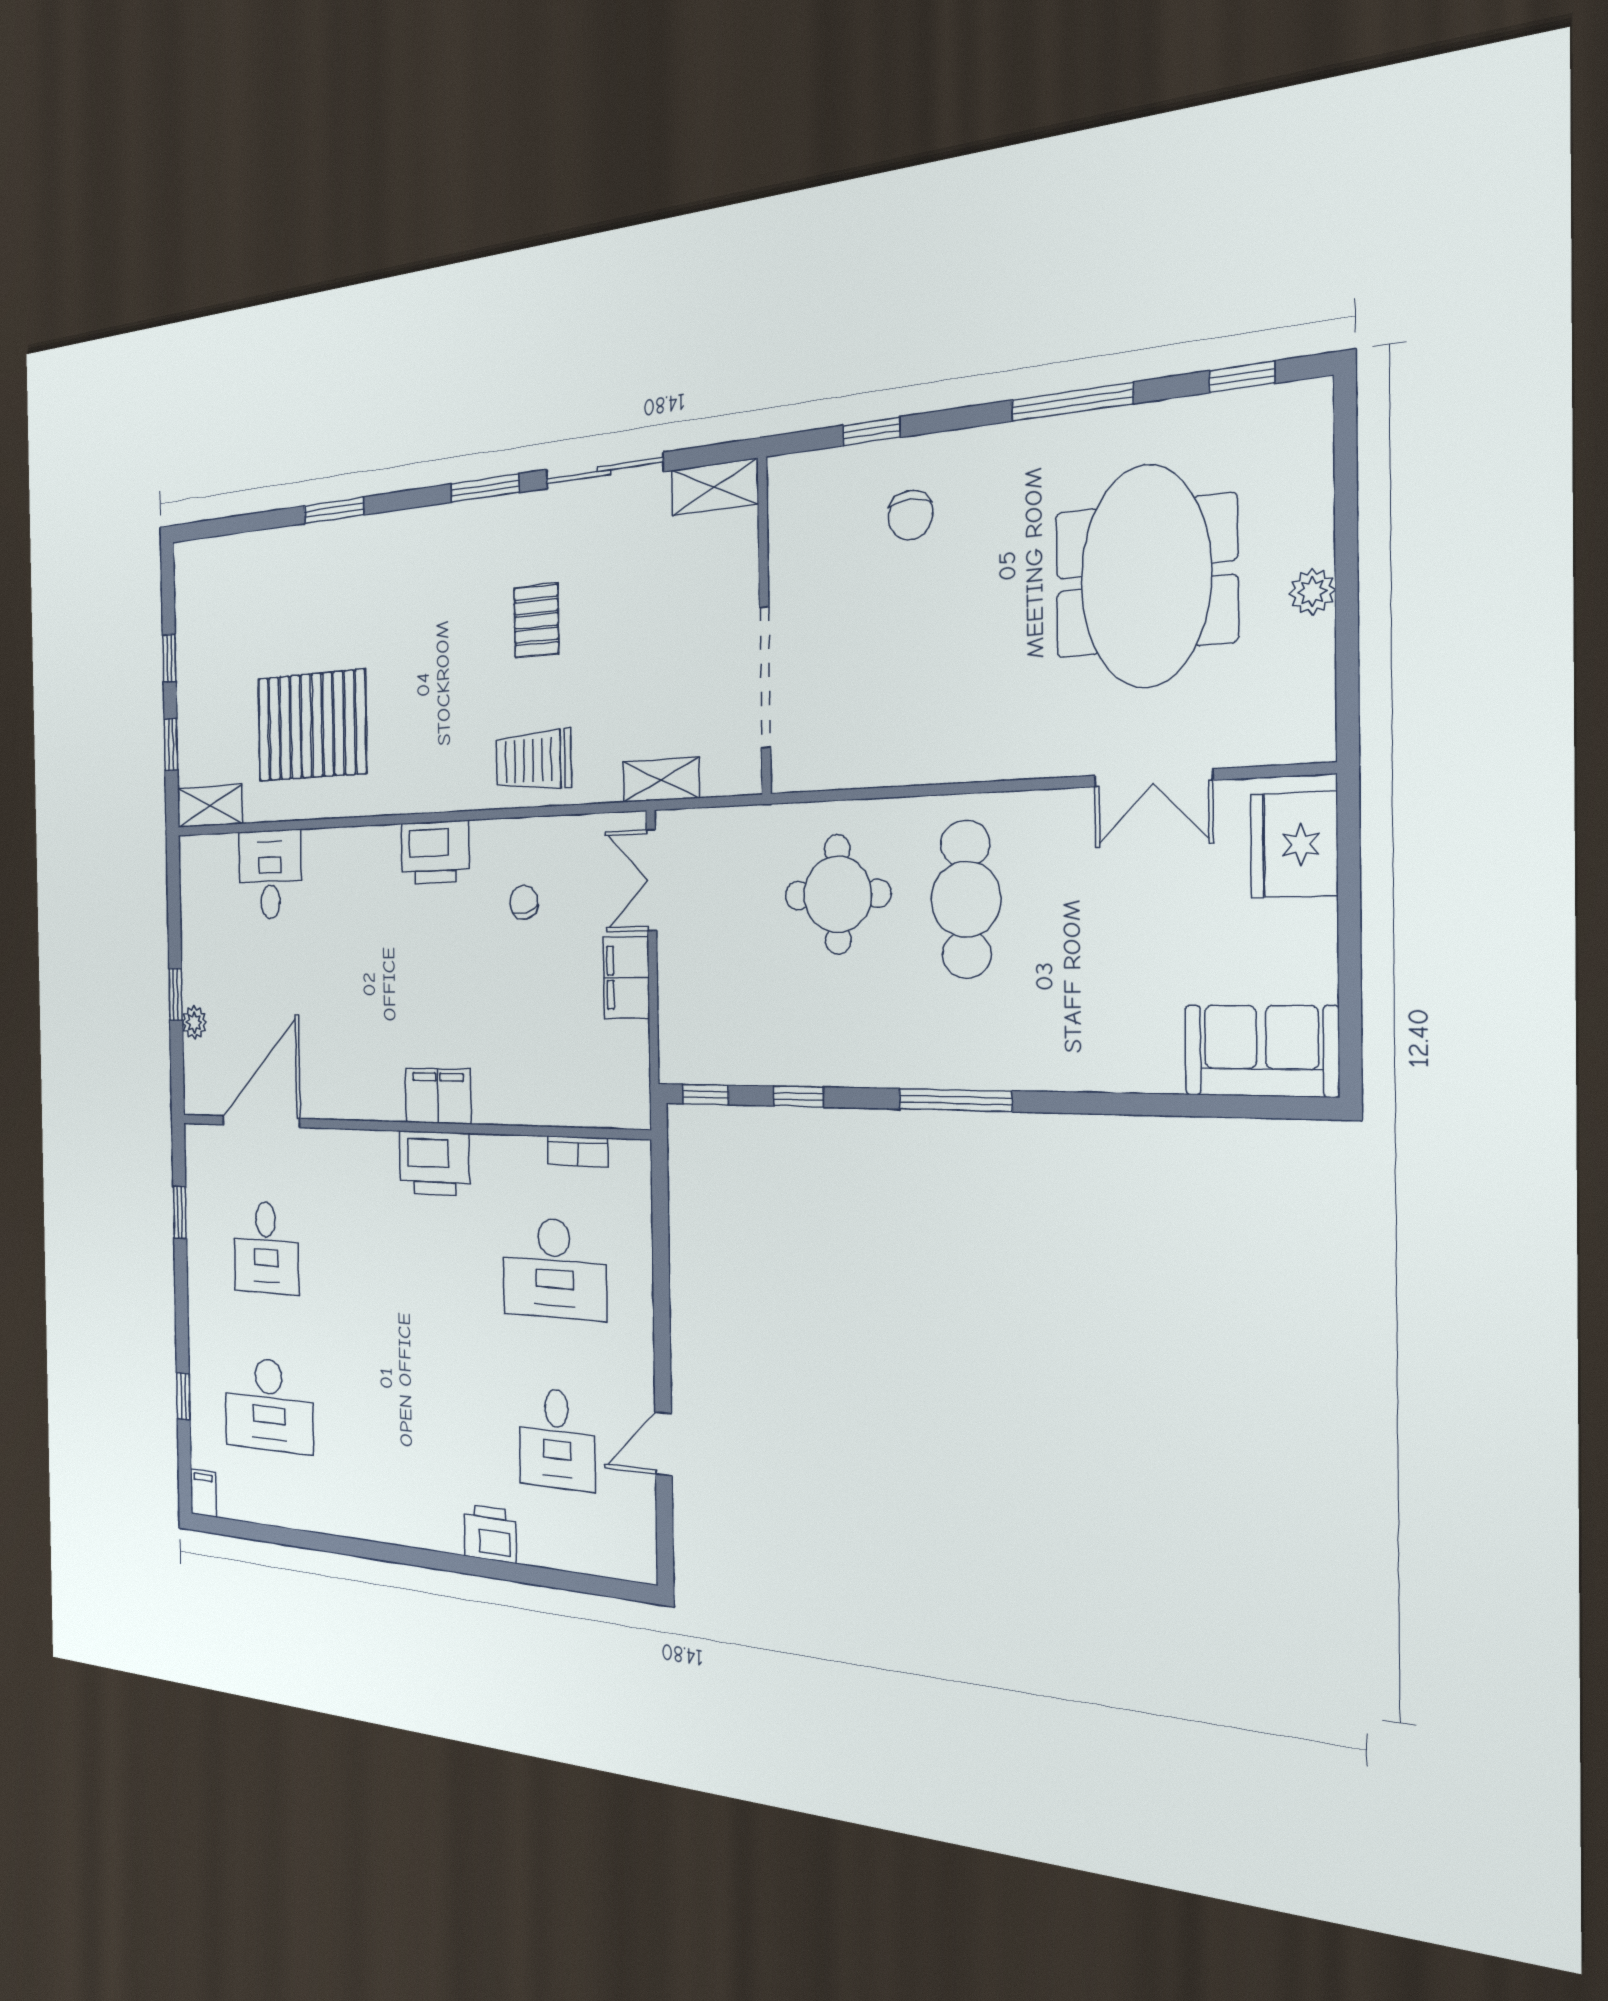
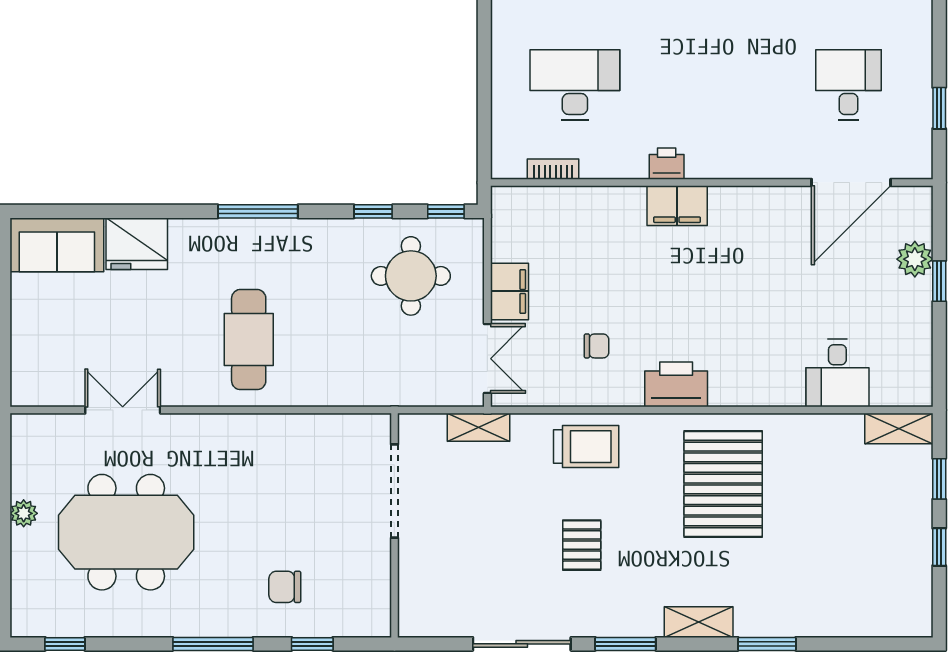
window: (1072, 402) -> (213, 644), moved
shelving: (715, 487) -> (699, 622), moved
chair: (910, 515) -> (285, 587), turned -90
meeting table: (1146, 576) -> (126, 532), turned 90
pallet: (312, 726) -> (723, 484), moved, turned 90
fridge: (1294, 845) -> (137, 244), moved, turned 90
round table: (838, 894) -> (411, 276), moved
chair: (524, 902) -> (597, 346), turned -77
plant: (194, 1022) -> (915, 259), width x1.38, depth x1.38
printer: (434, 1163) -> (667, 164), width x0.53, depth x0.68

